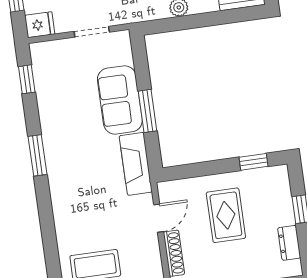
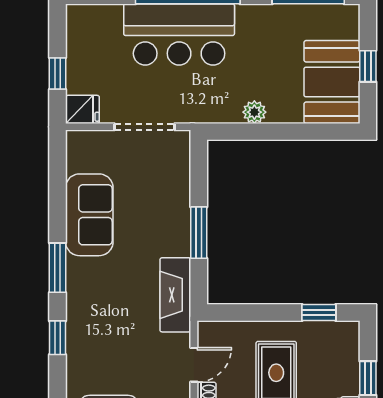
doorway: (92, 32) -> (145, 127), width x1.38
window: (27, 79) -> (57, 338), moved
sofa: (120, 100) -> (89, 215), moved, turned 180

